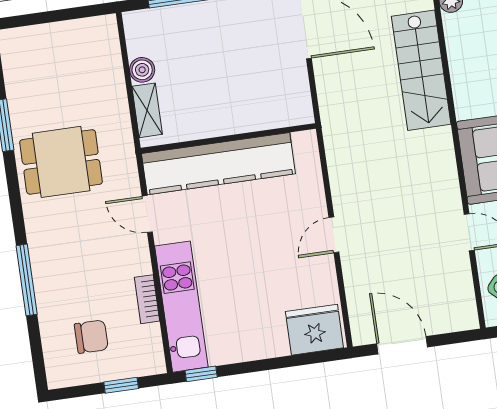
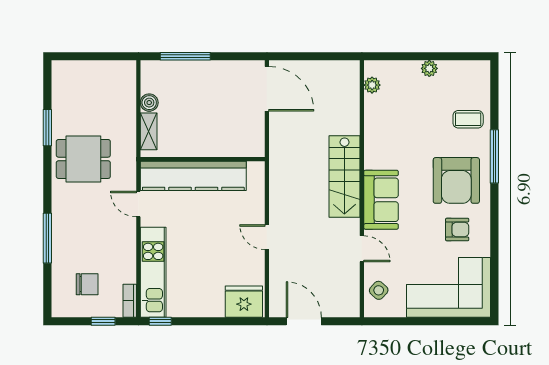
stairs: (421, 70) -> (344, 177), moved
door: (334, 235) -> (267, 237), hinge flipped
bookcase: (147, 299) -> (130, 301), moved

